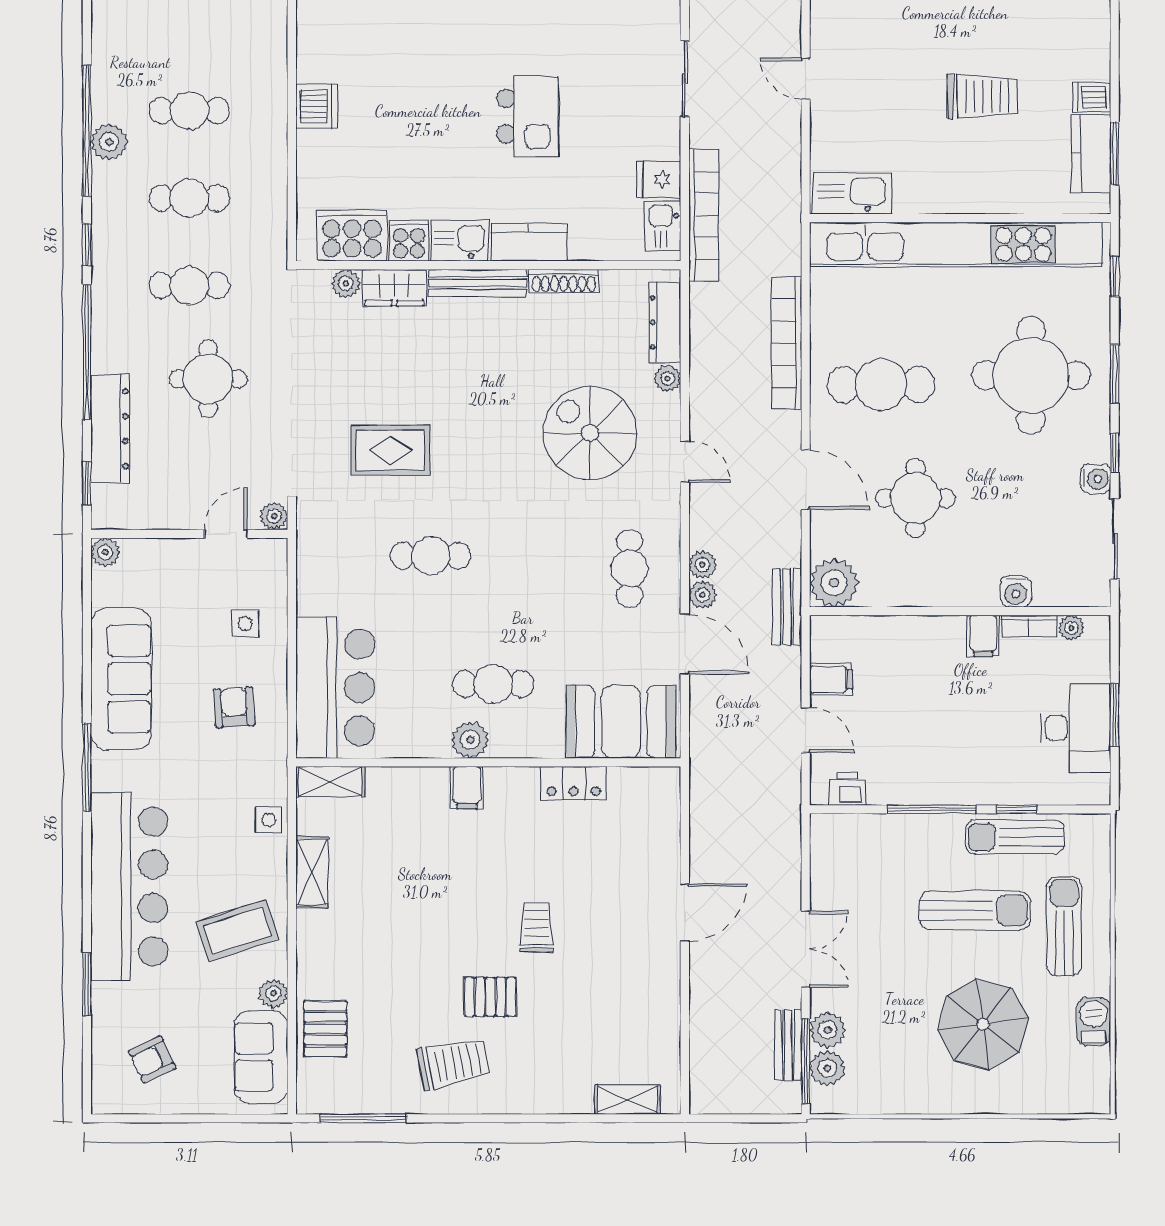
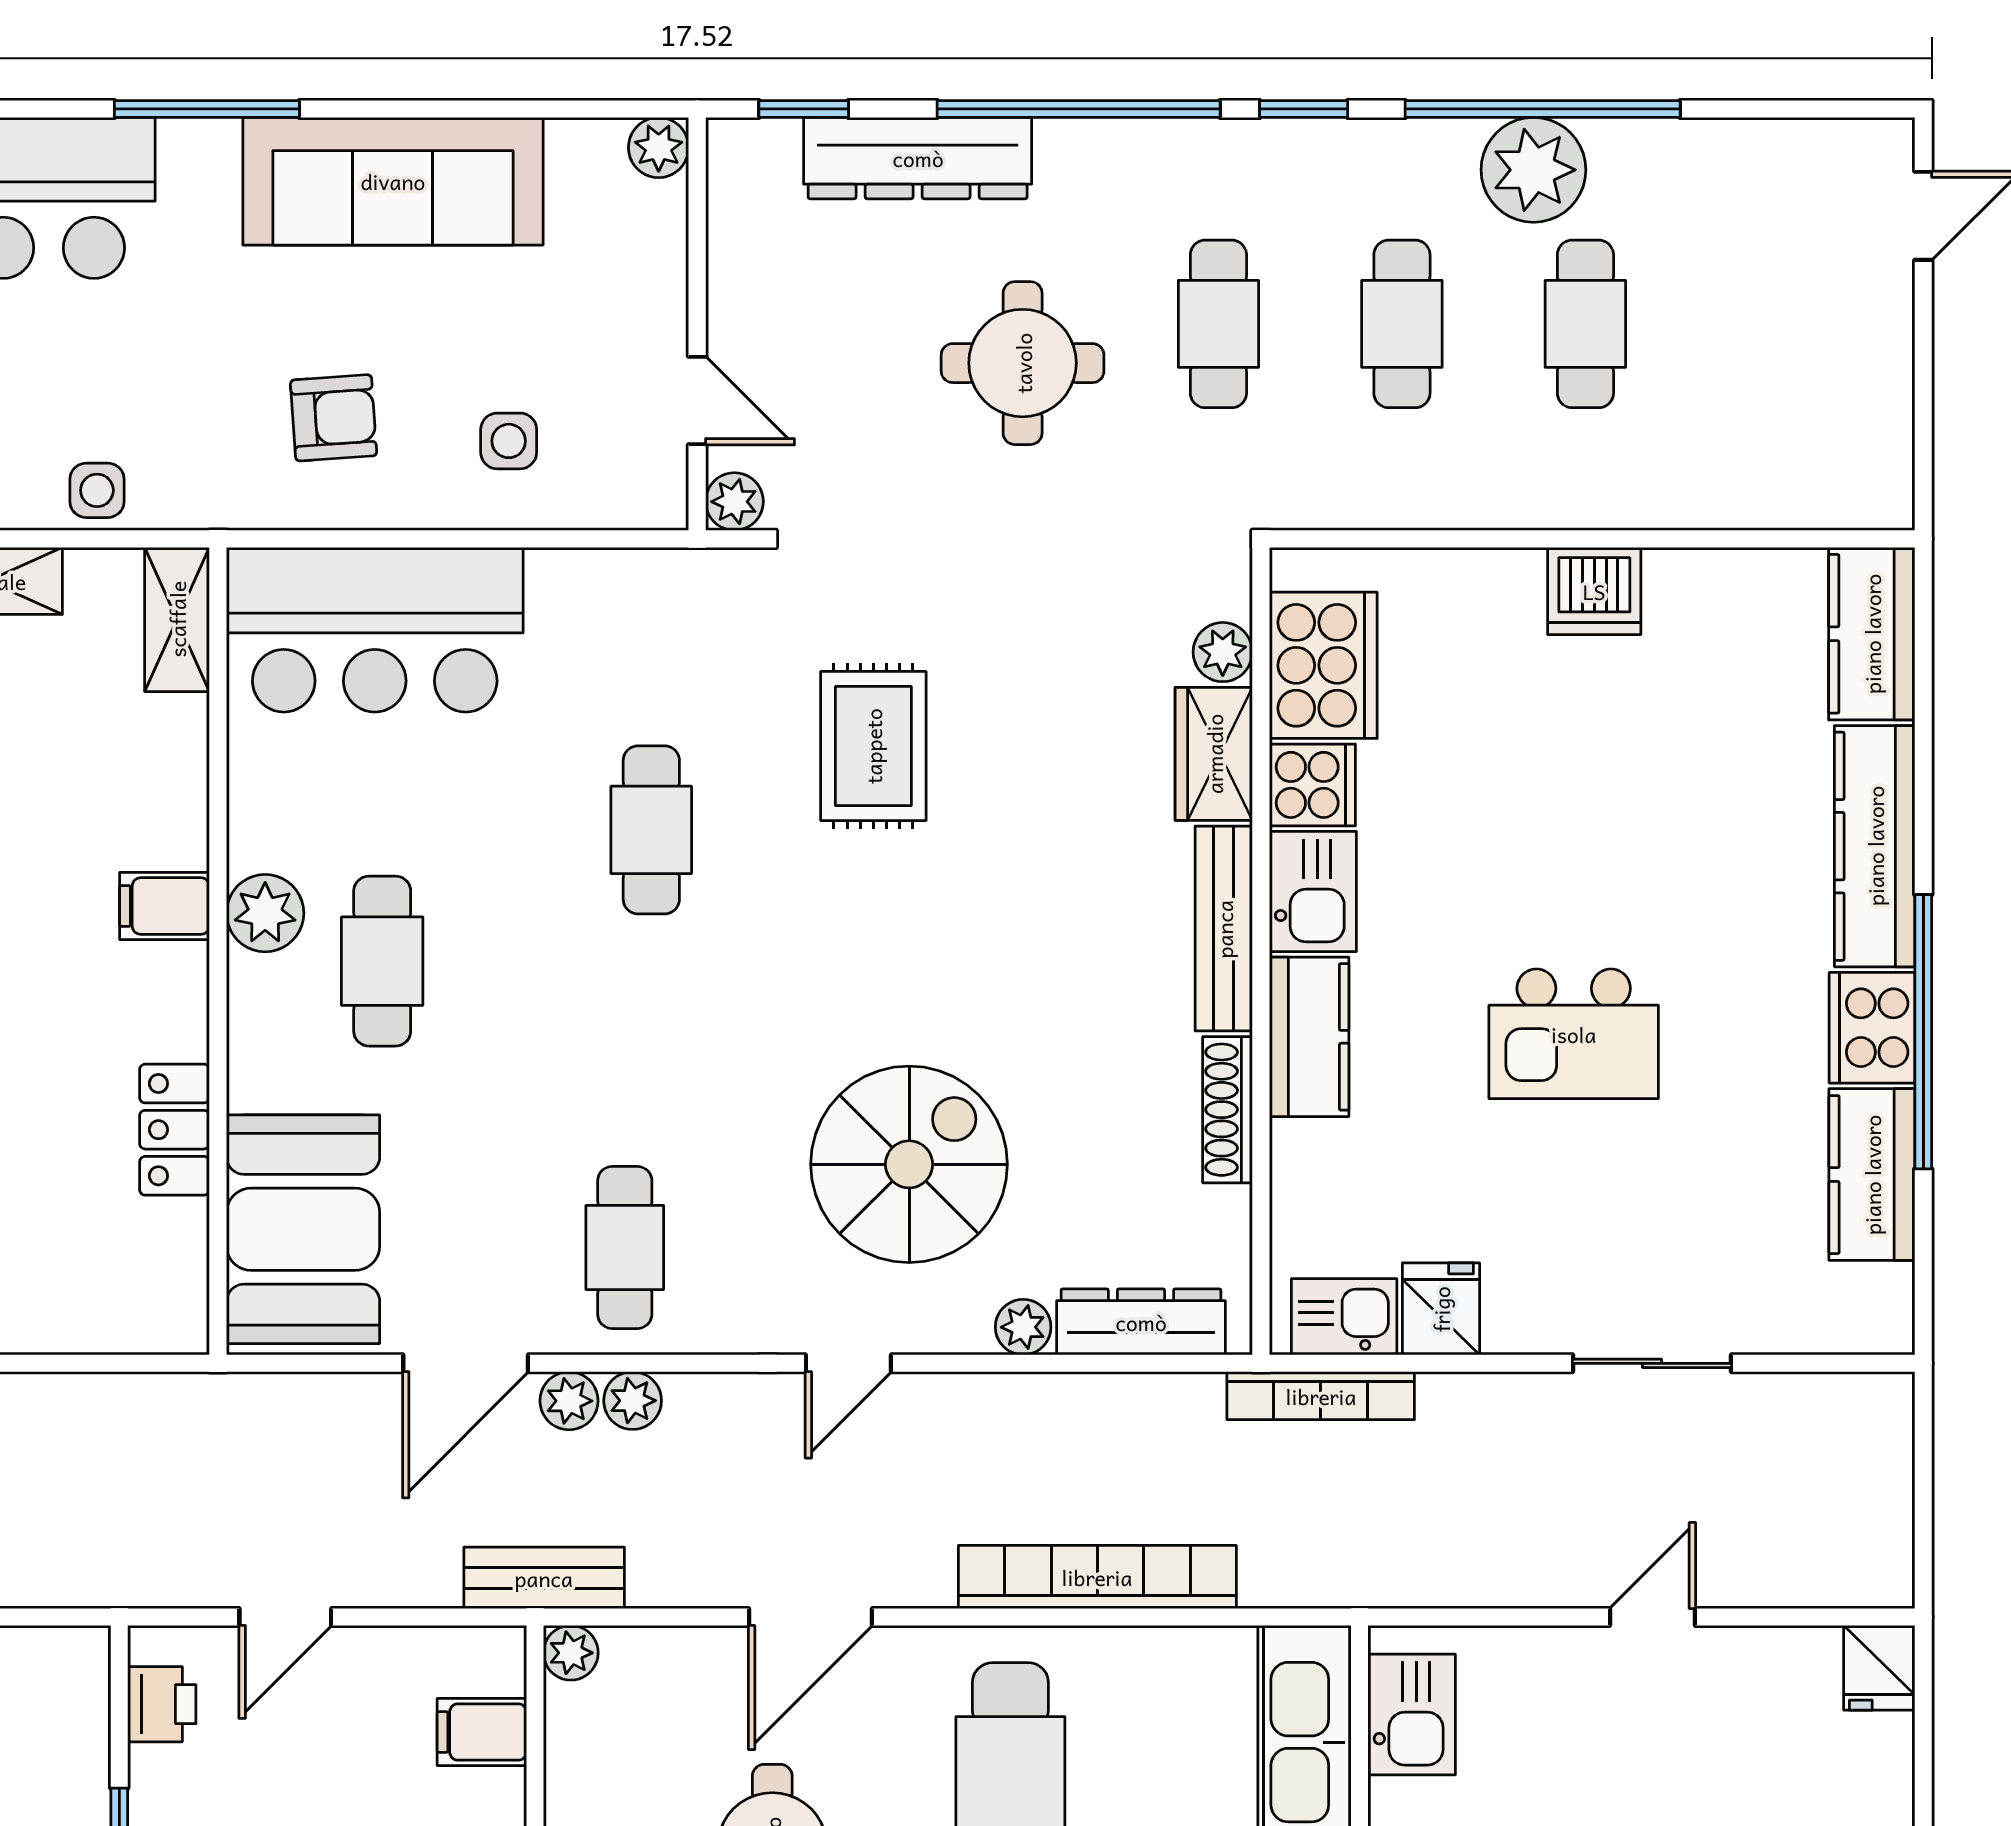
plant: (109, 142) -> (1533, 170), width x1.36, depth x1.36
kitchen sink: (852, 193) -> (1412, 1715), width x0.73
bookcase: (704, 215) -> (1321, 1396), width x0.68, depth x0.76
cafe table: (630, 568) -> (625, 1247), turned 90
plant: (834, 583) -> (571, 1653), width x0.53, depth x0.53
filing cabinet: (831, 679) -> (482, 1732), moved, turned 90

